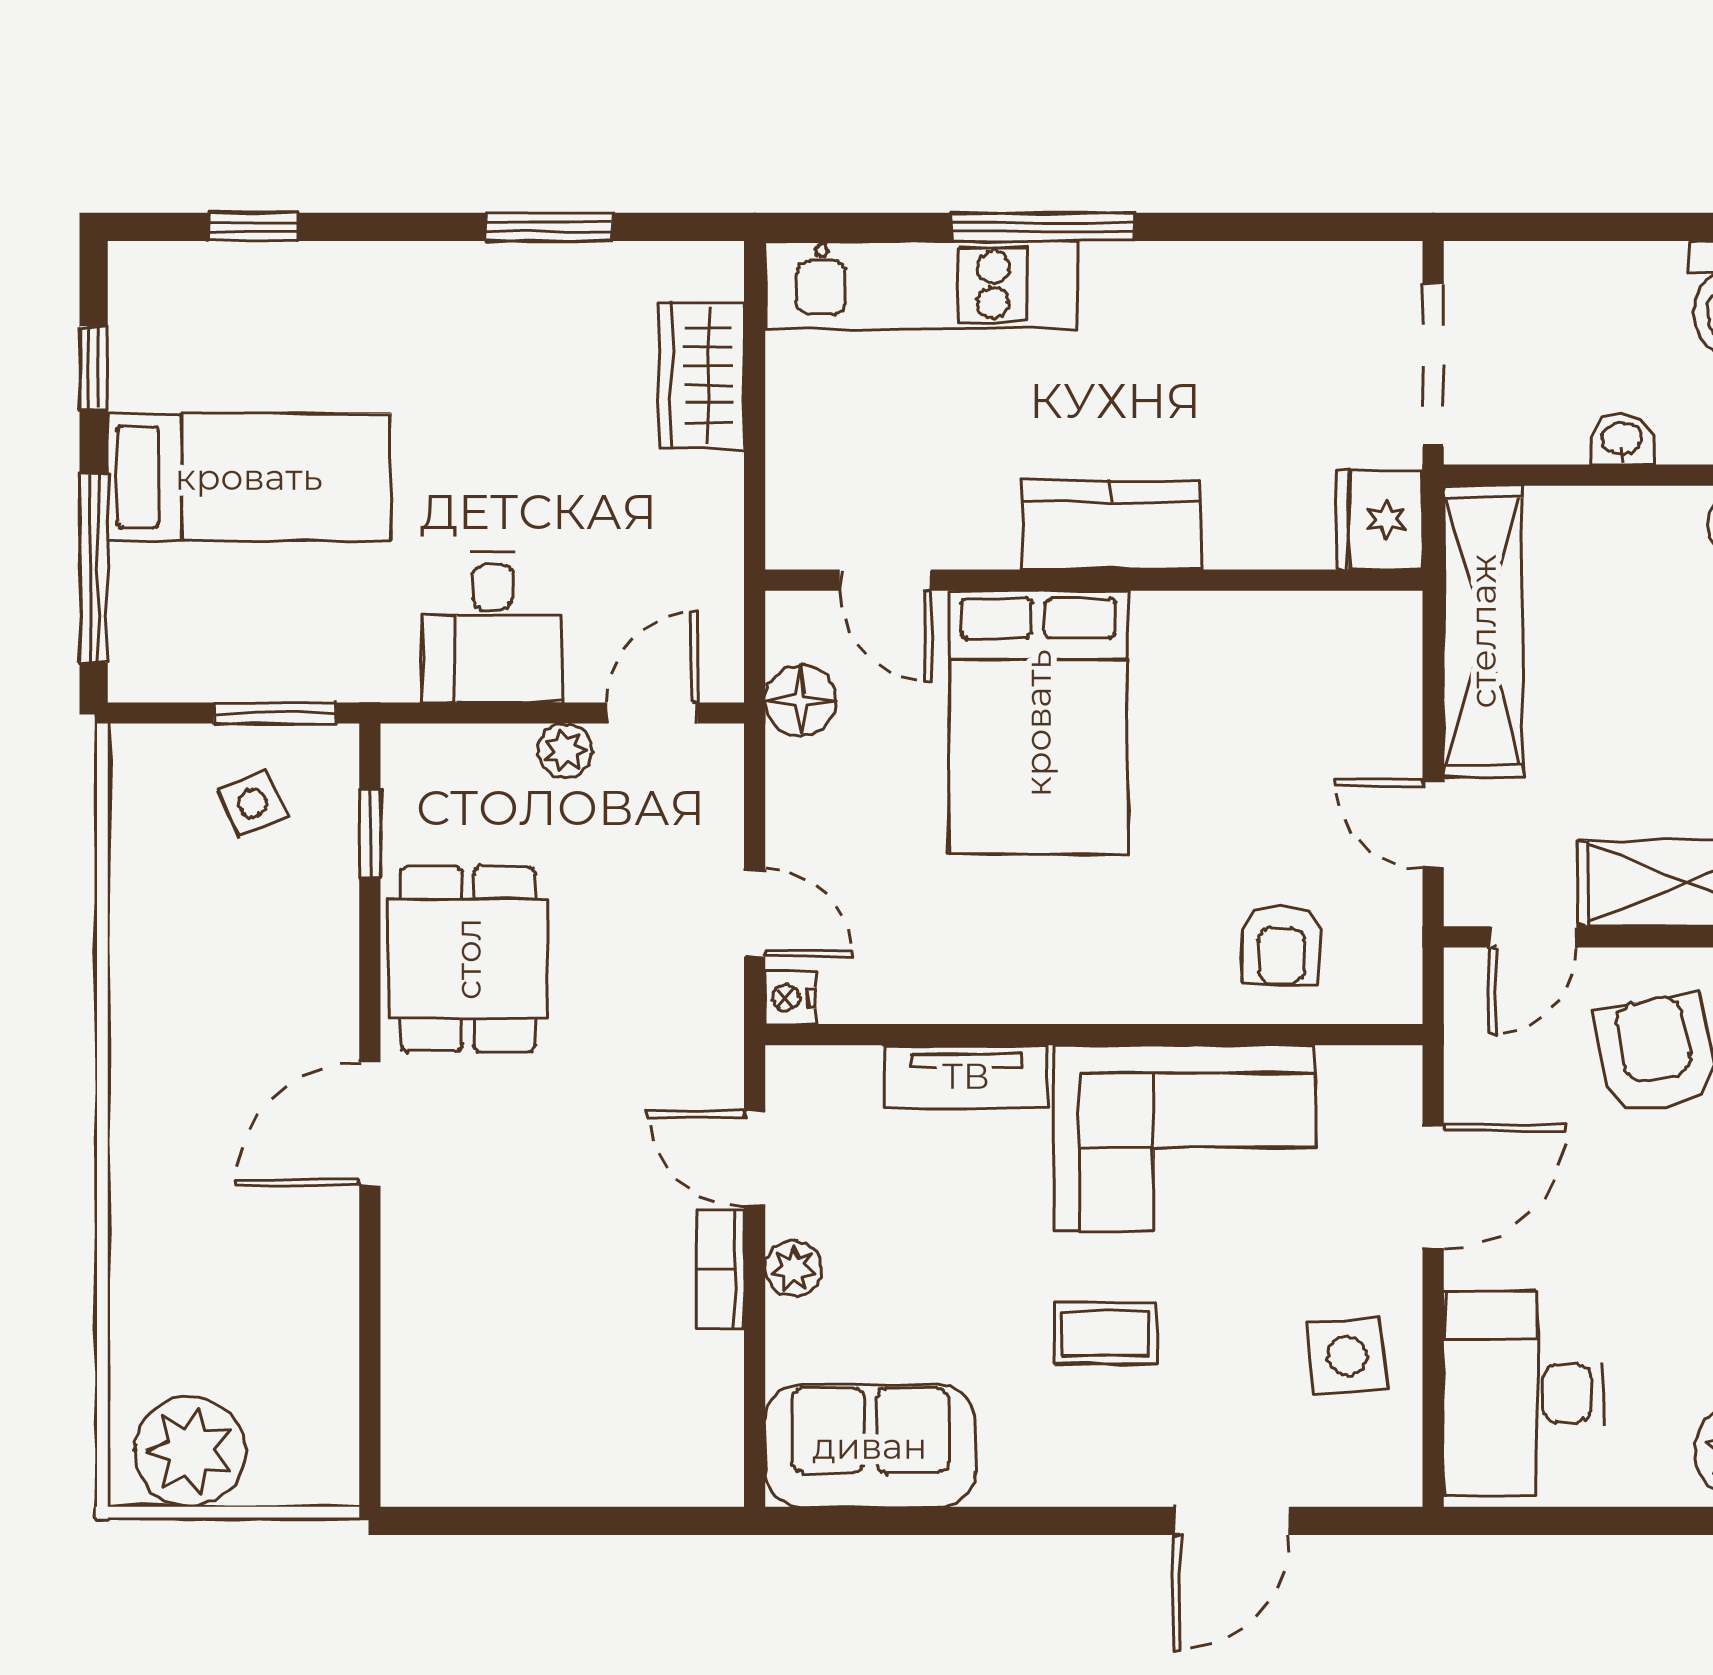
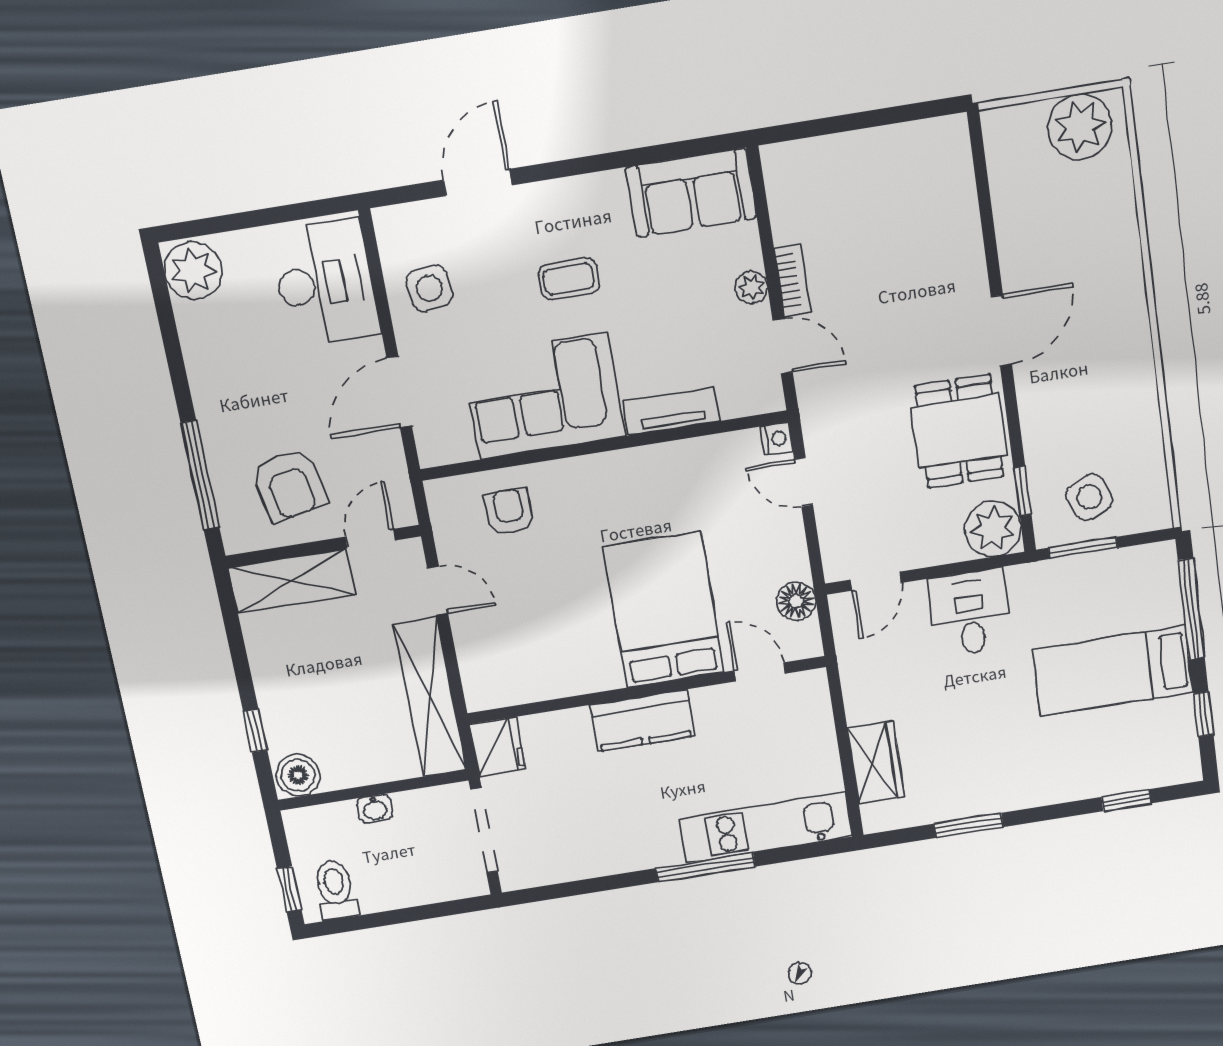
plant: (565, 750) -> (993, 529), moved, width x1.88, depth x1.88
side table: (253, 804) -> (1089, 497), width x1.37, depth x1.37

